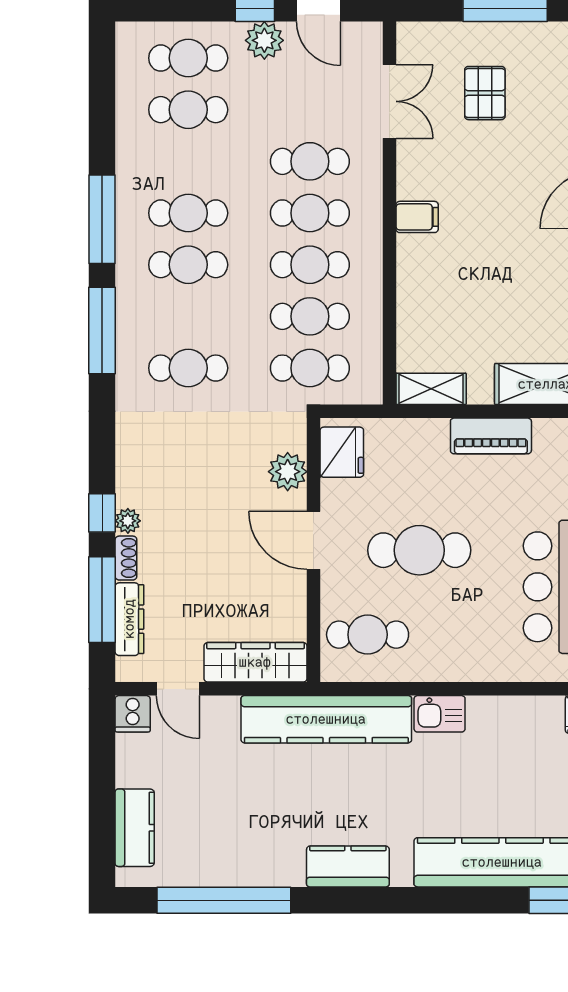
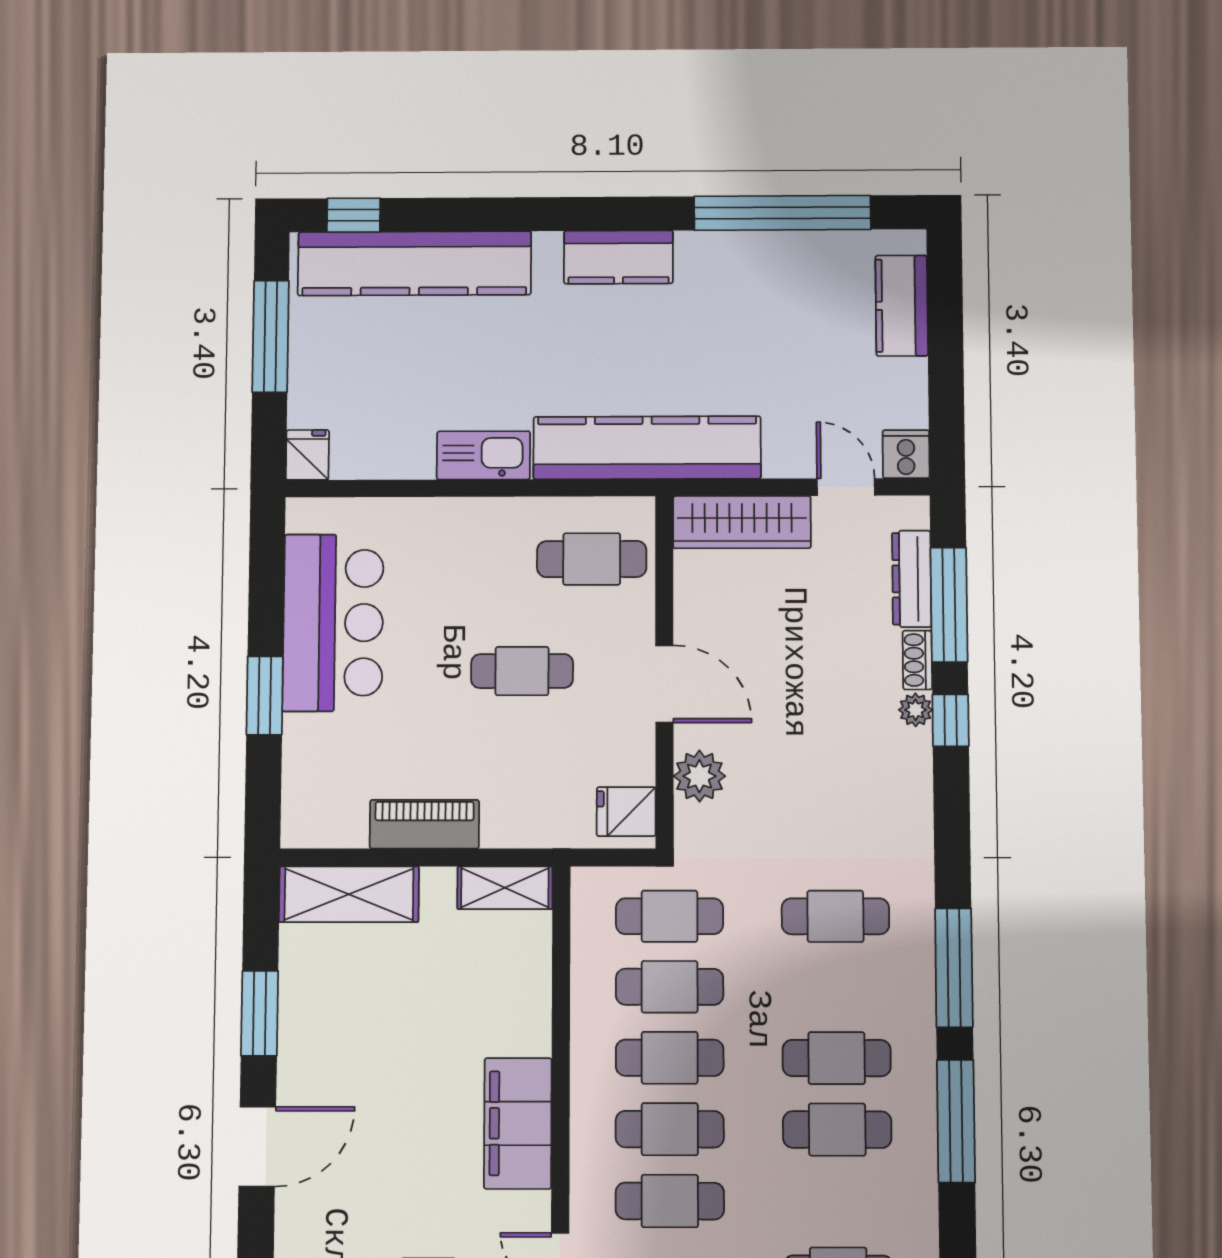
filing cabinet: (417, 217) -> (518, 1123), width x3.00, depth x1.17
fridge: (342, 452) -> (626, 812), width x0.72
cafe table: (419, 550) -> (522, 671), width x0.73, depth x0.74
kitchen sink: (440, 714) -> (483, 455), width x1.38

